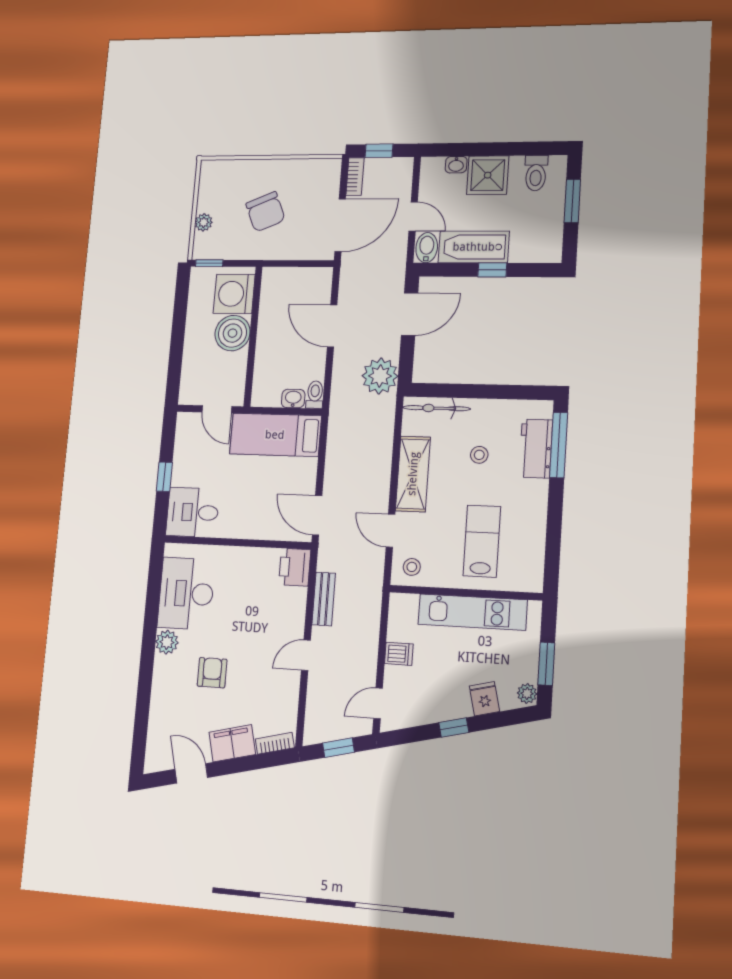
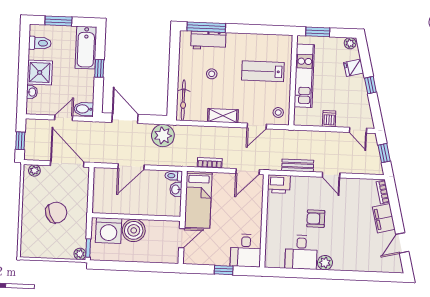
plant: (332, 175) -> (34, 170), added
bookcase: (355, 177) -> (210, 163), moved
plant: (204, 222) -> (80, 254), moved
bathtub: (474, 247) -> (86, 48), moved
shelving: (413, 474) -> (223, 116), width x0.67, depth x0.75
desk: (186, 593) -> (301, 252), width x0.73
window: (546, 664) -> (318, 32), moved
armchair: (212, 673) -> (316, 219), moved

